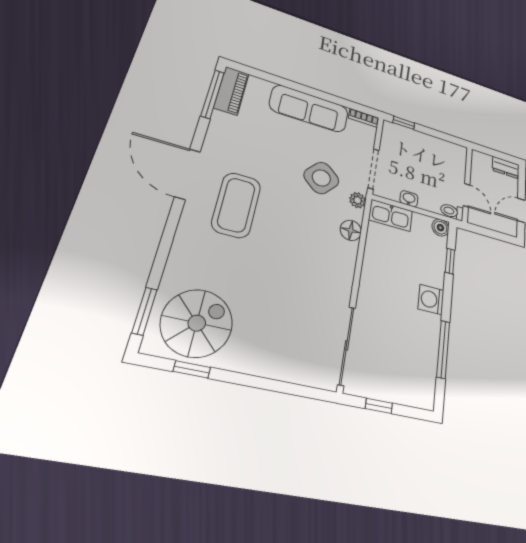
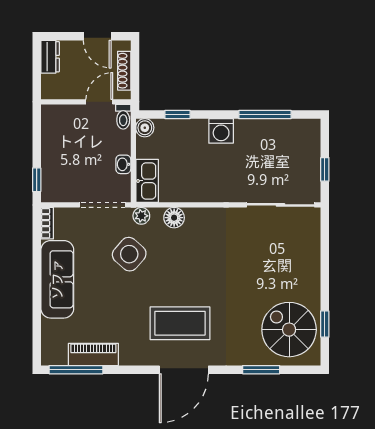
piano: (232, 91) -> (93, 354), moved
door: (188, 174) -> (184, 370), moved
shoe rack: (492, 224) -> (124, 71), added
window: (145, 311) -> (261, 370), moved

